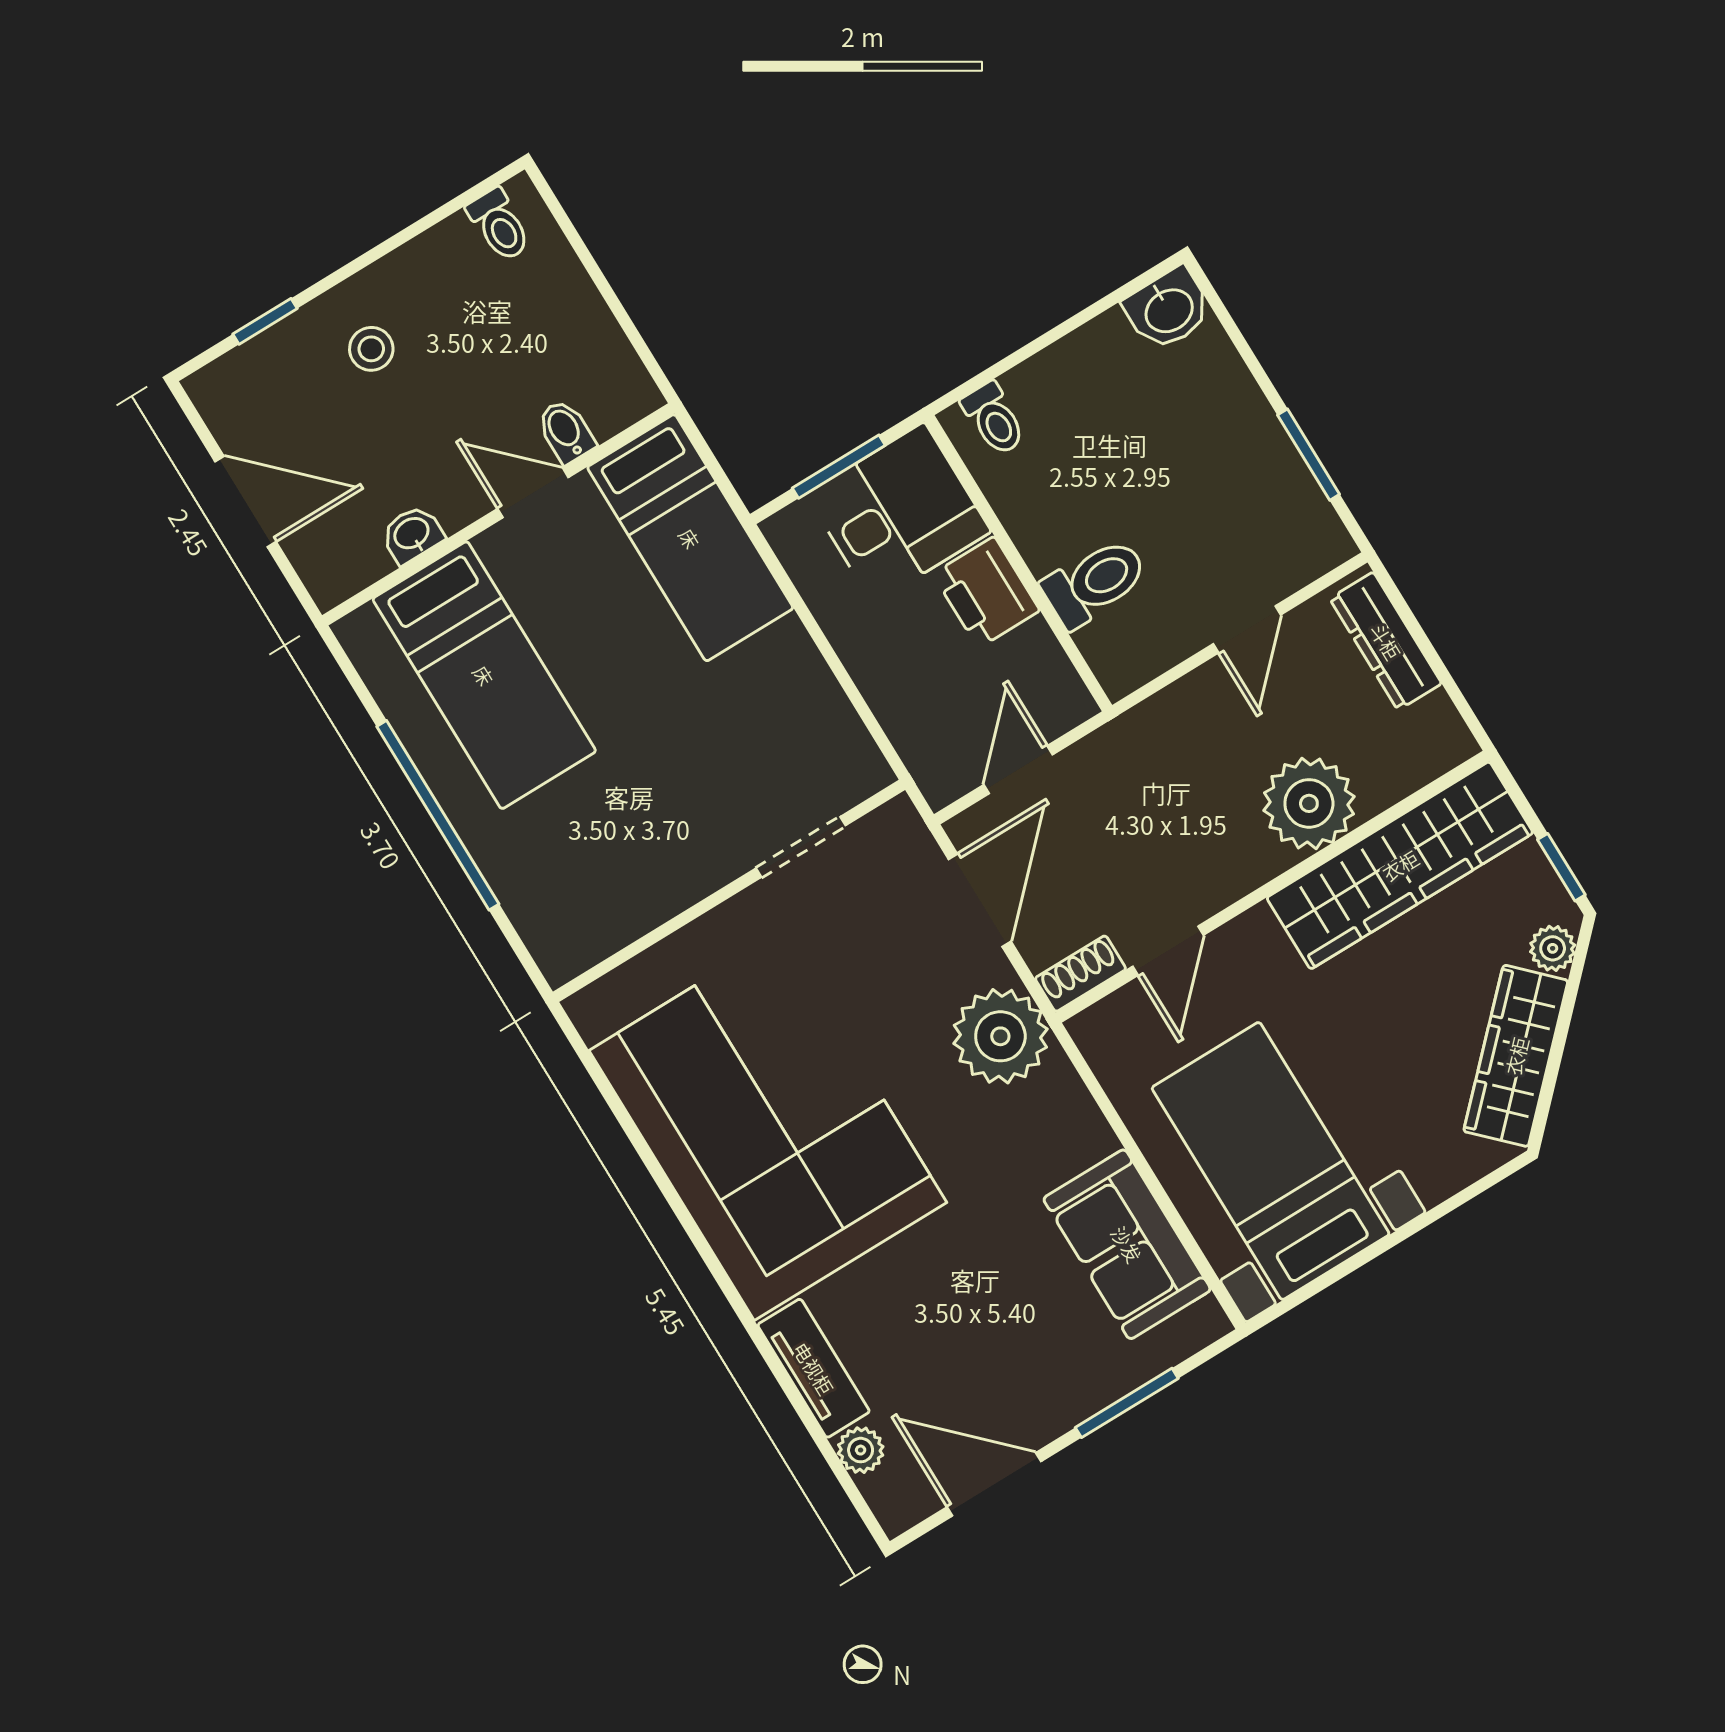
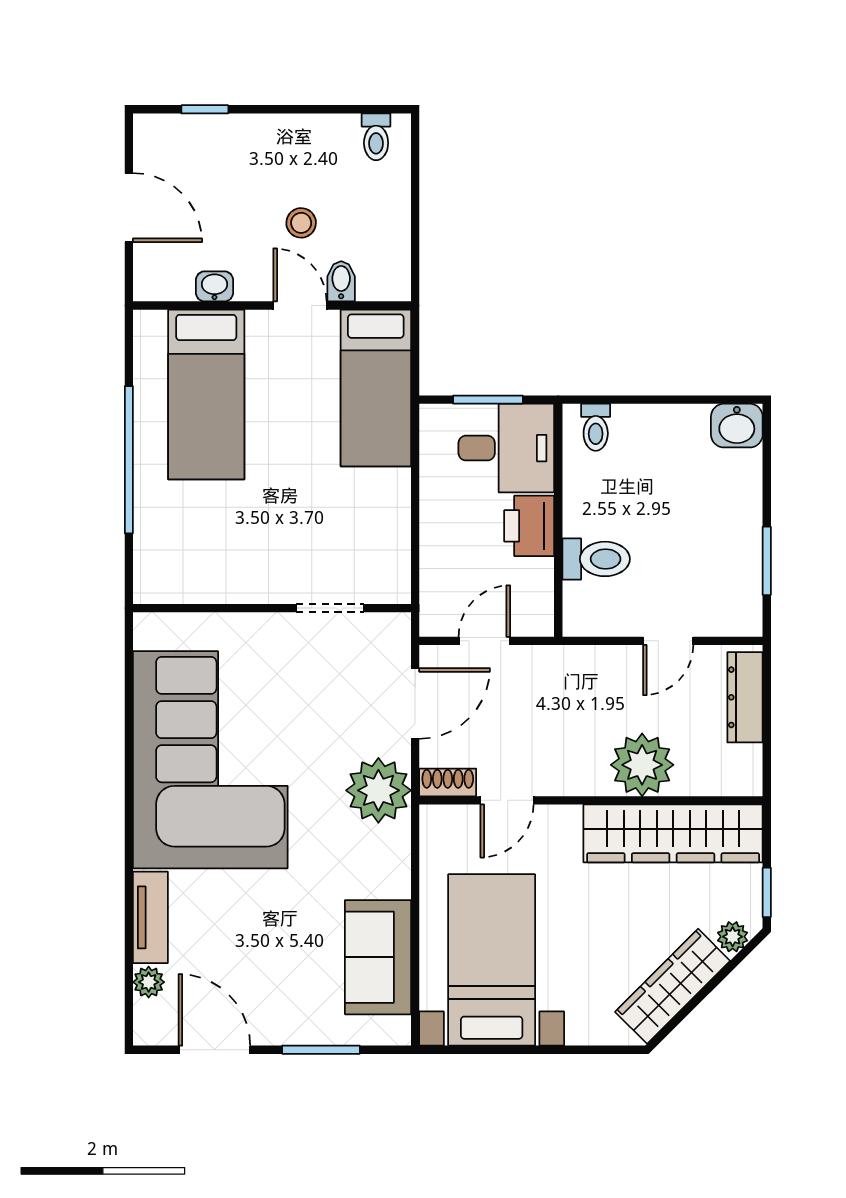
stool: (371, 349) -> (301, 223), moved

